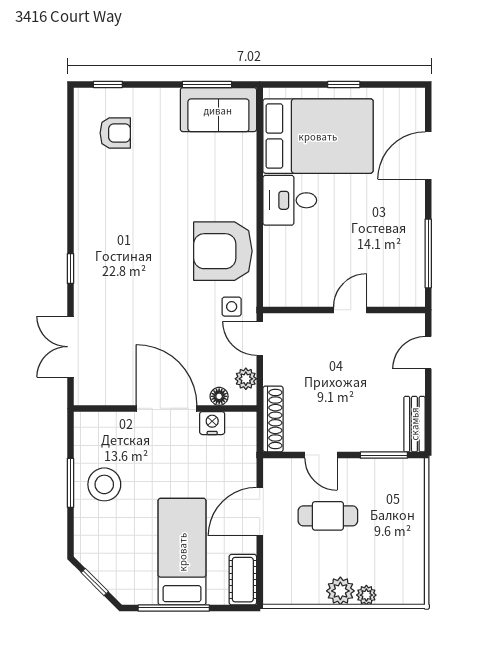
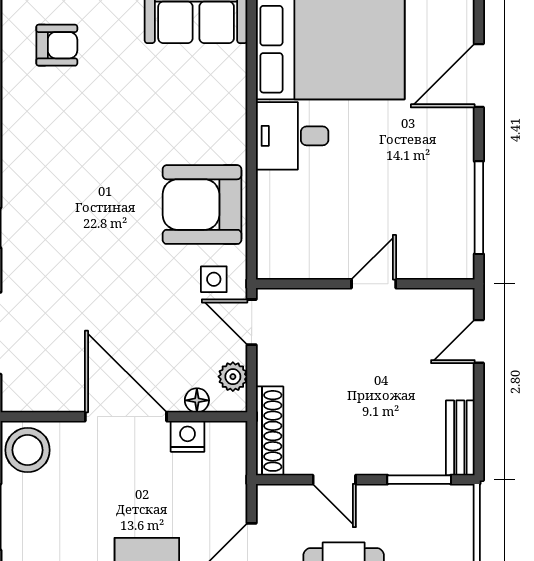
stool: (104, 484) -> (28, 450), moved

